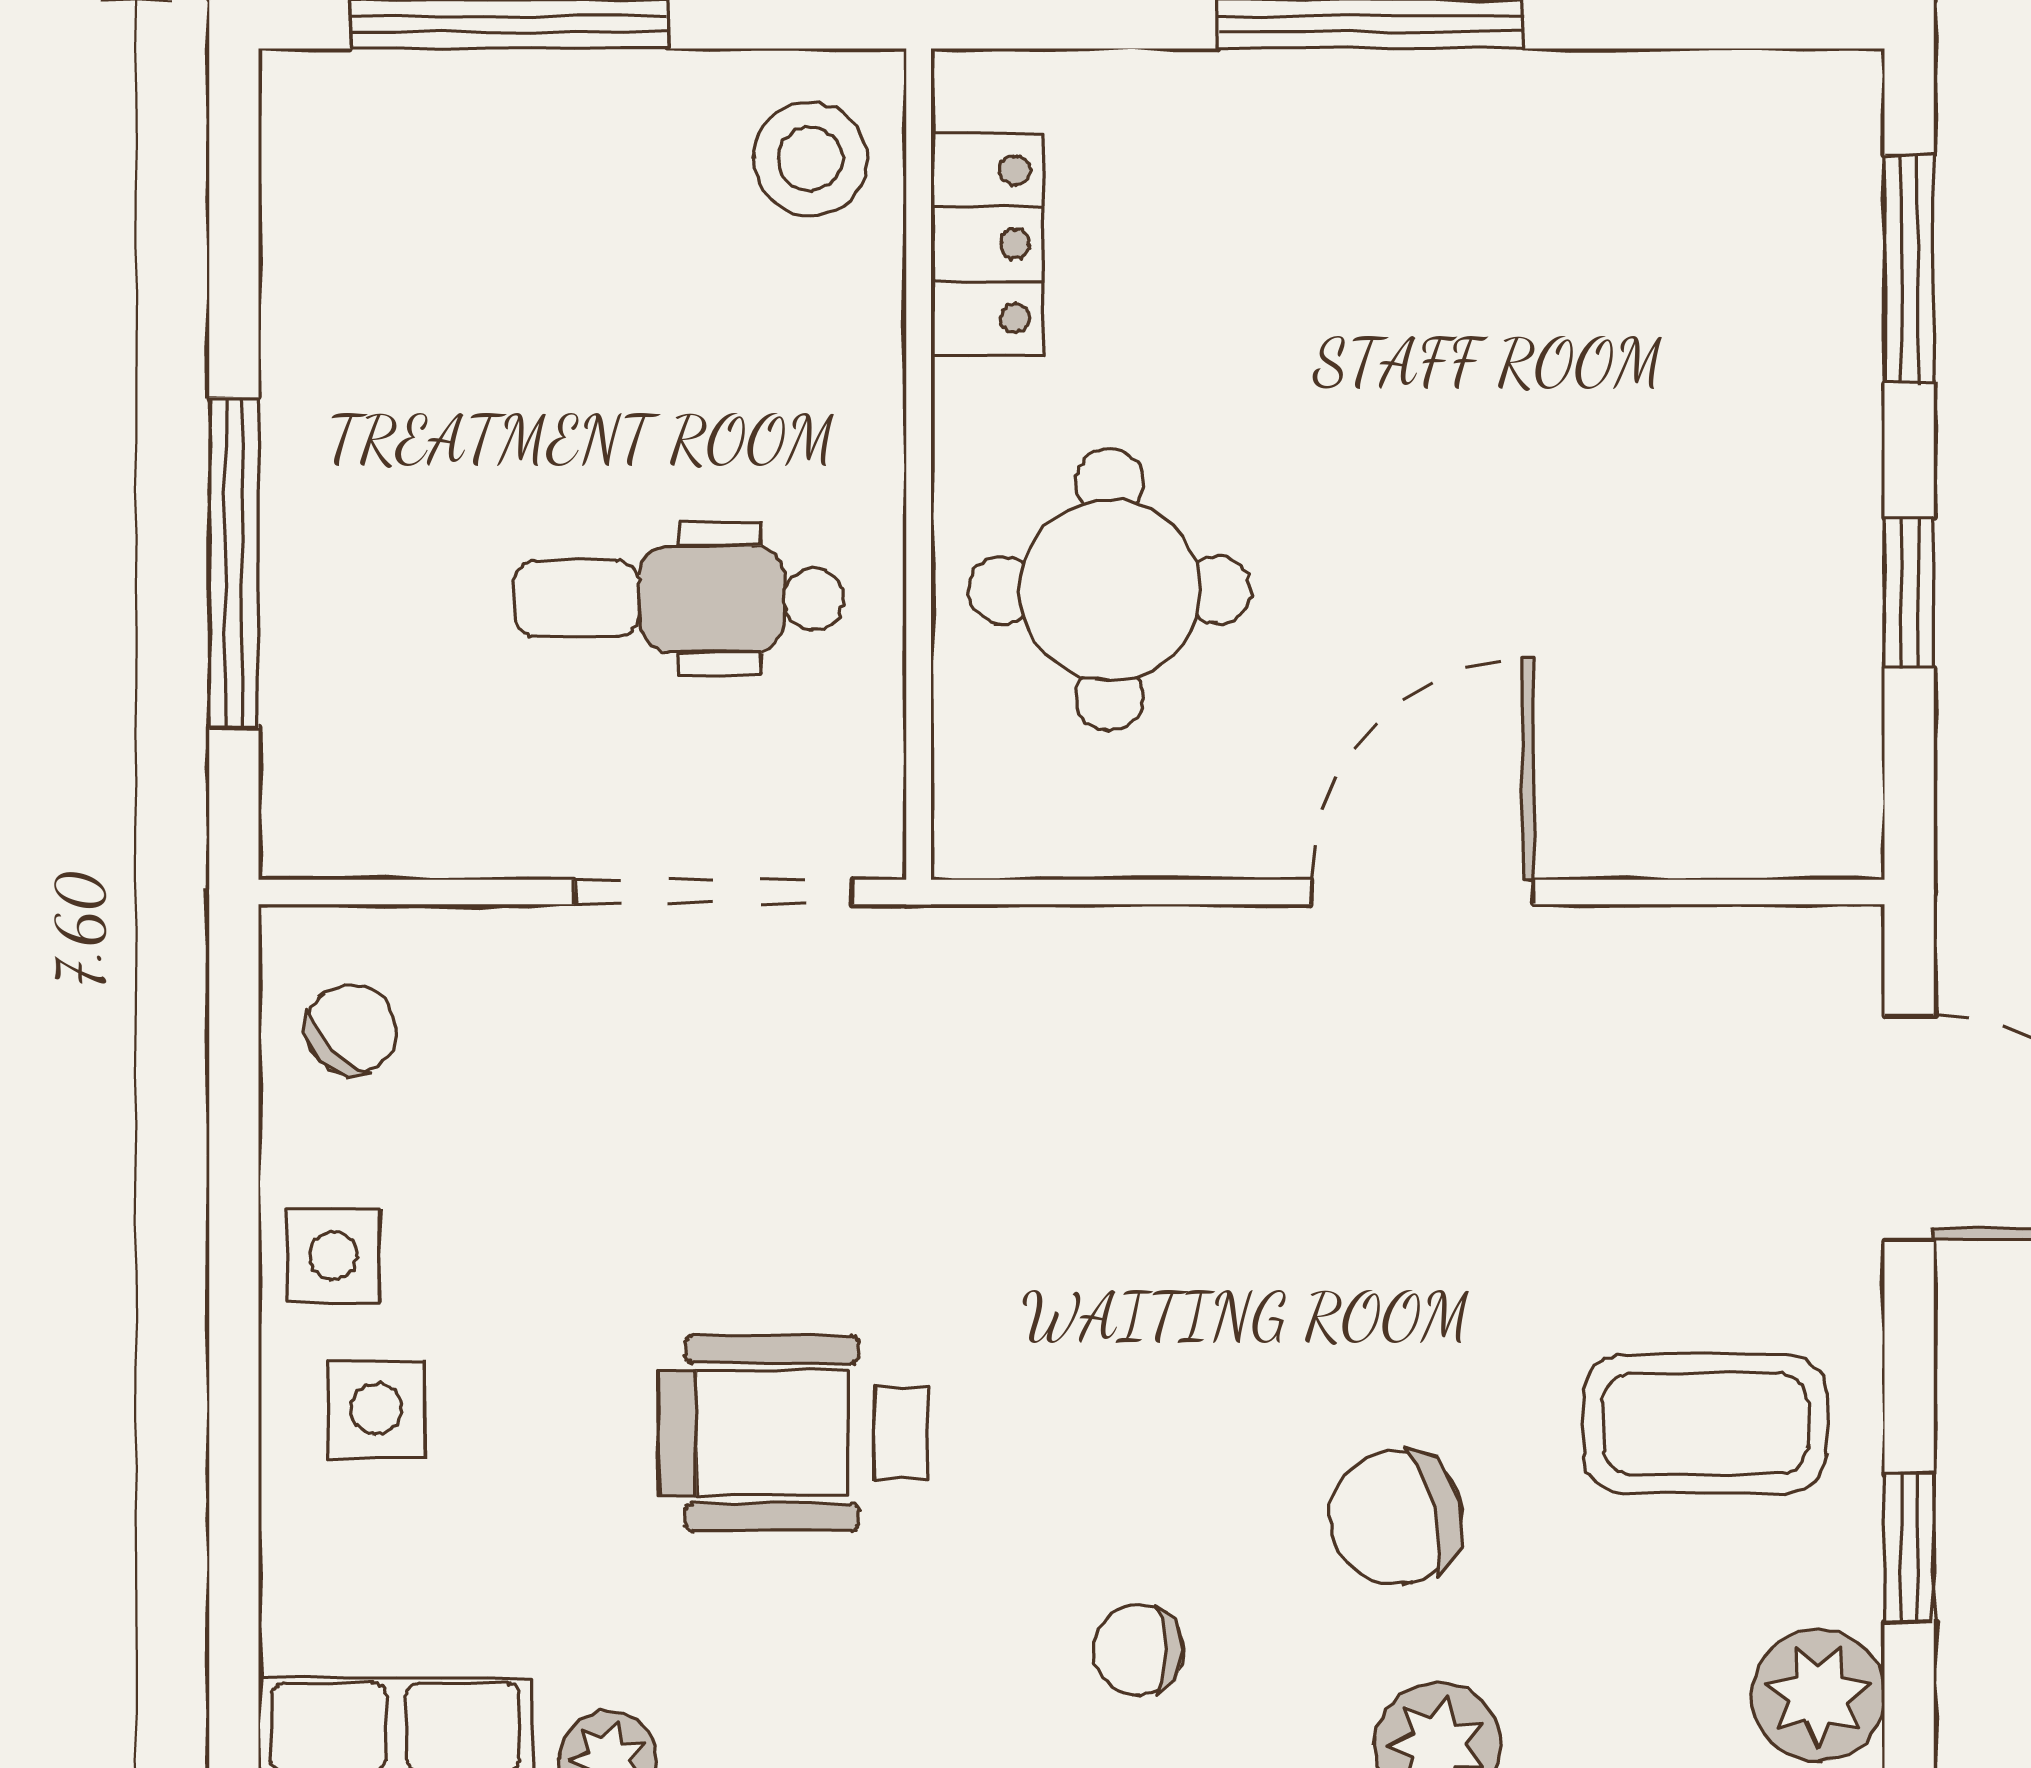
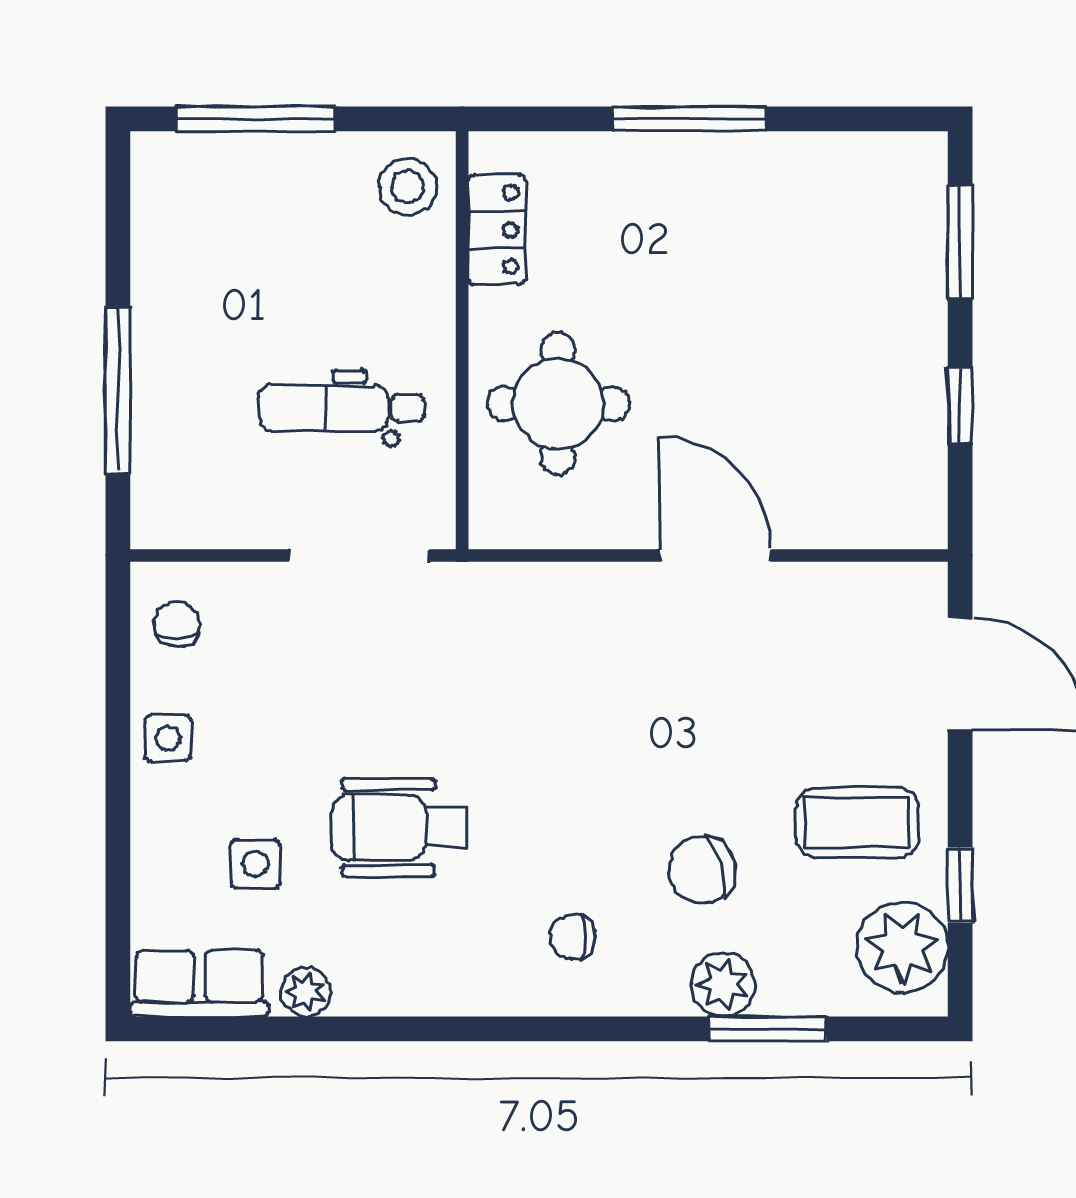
door: (1423, 892) -> (715, 555), hinge flipped
chair: (351, 1029) -> (177, 624), turned -45
side table: (376, 1409) -> (256, 864), moved
plant: (1818, 1695) -> (902, 947), width x1.36, depth x1.36

